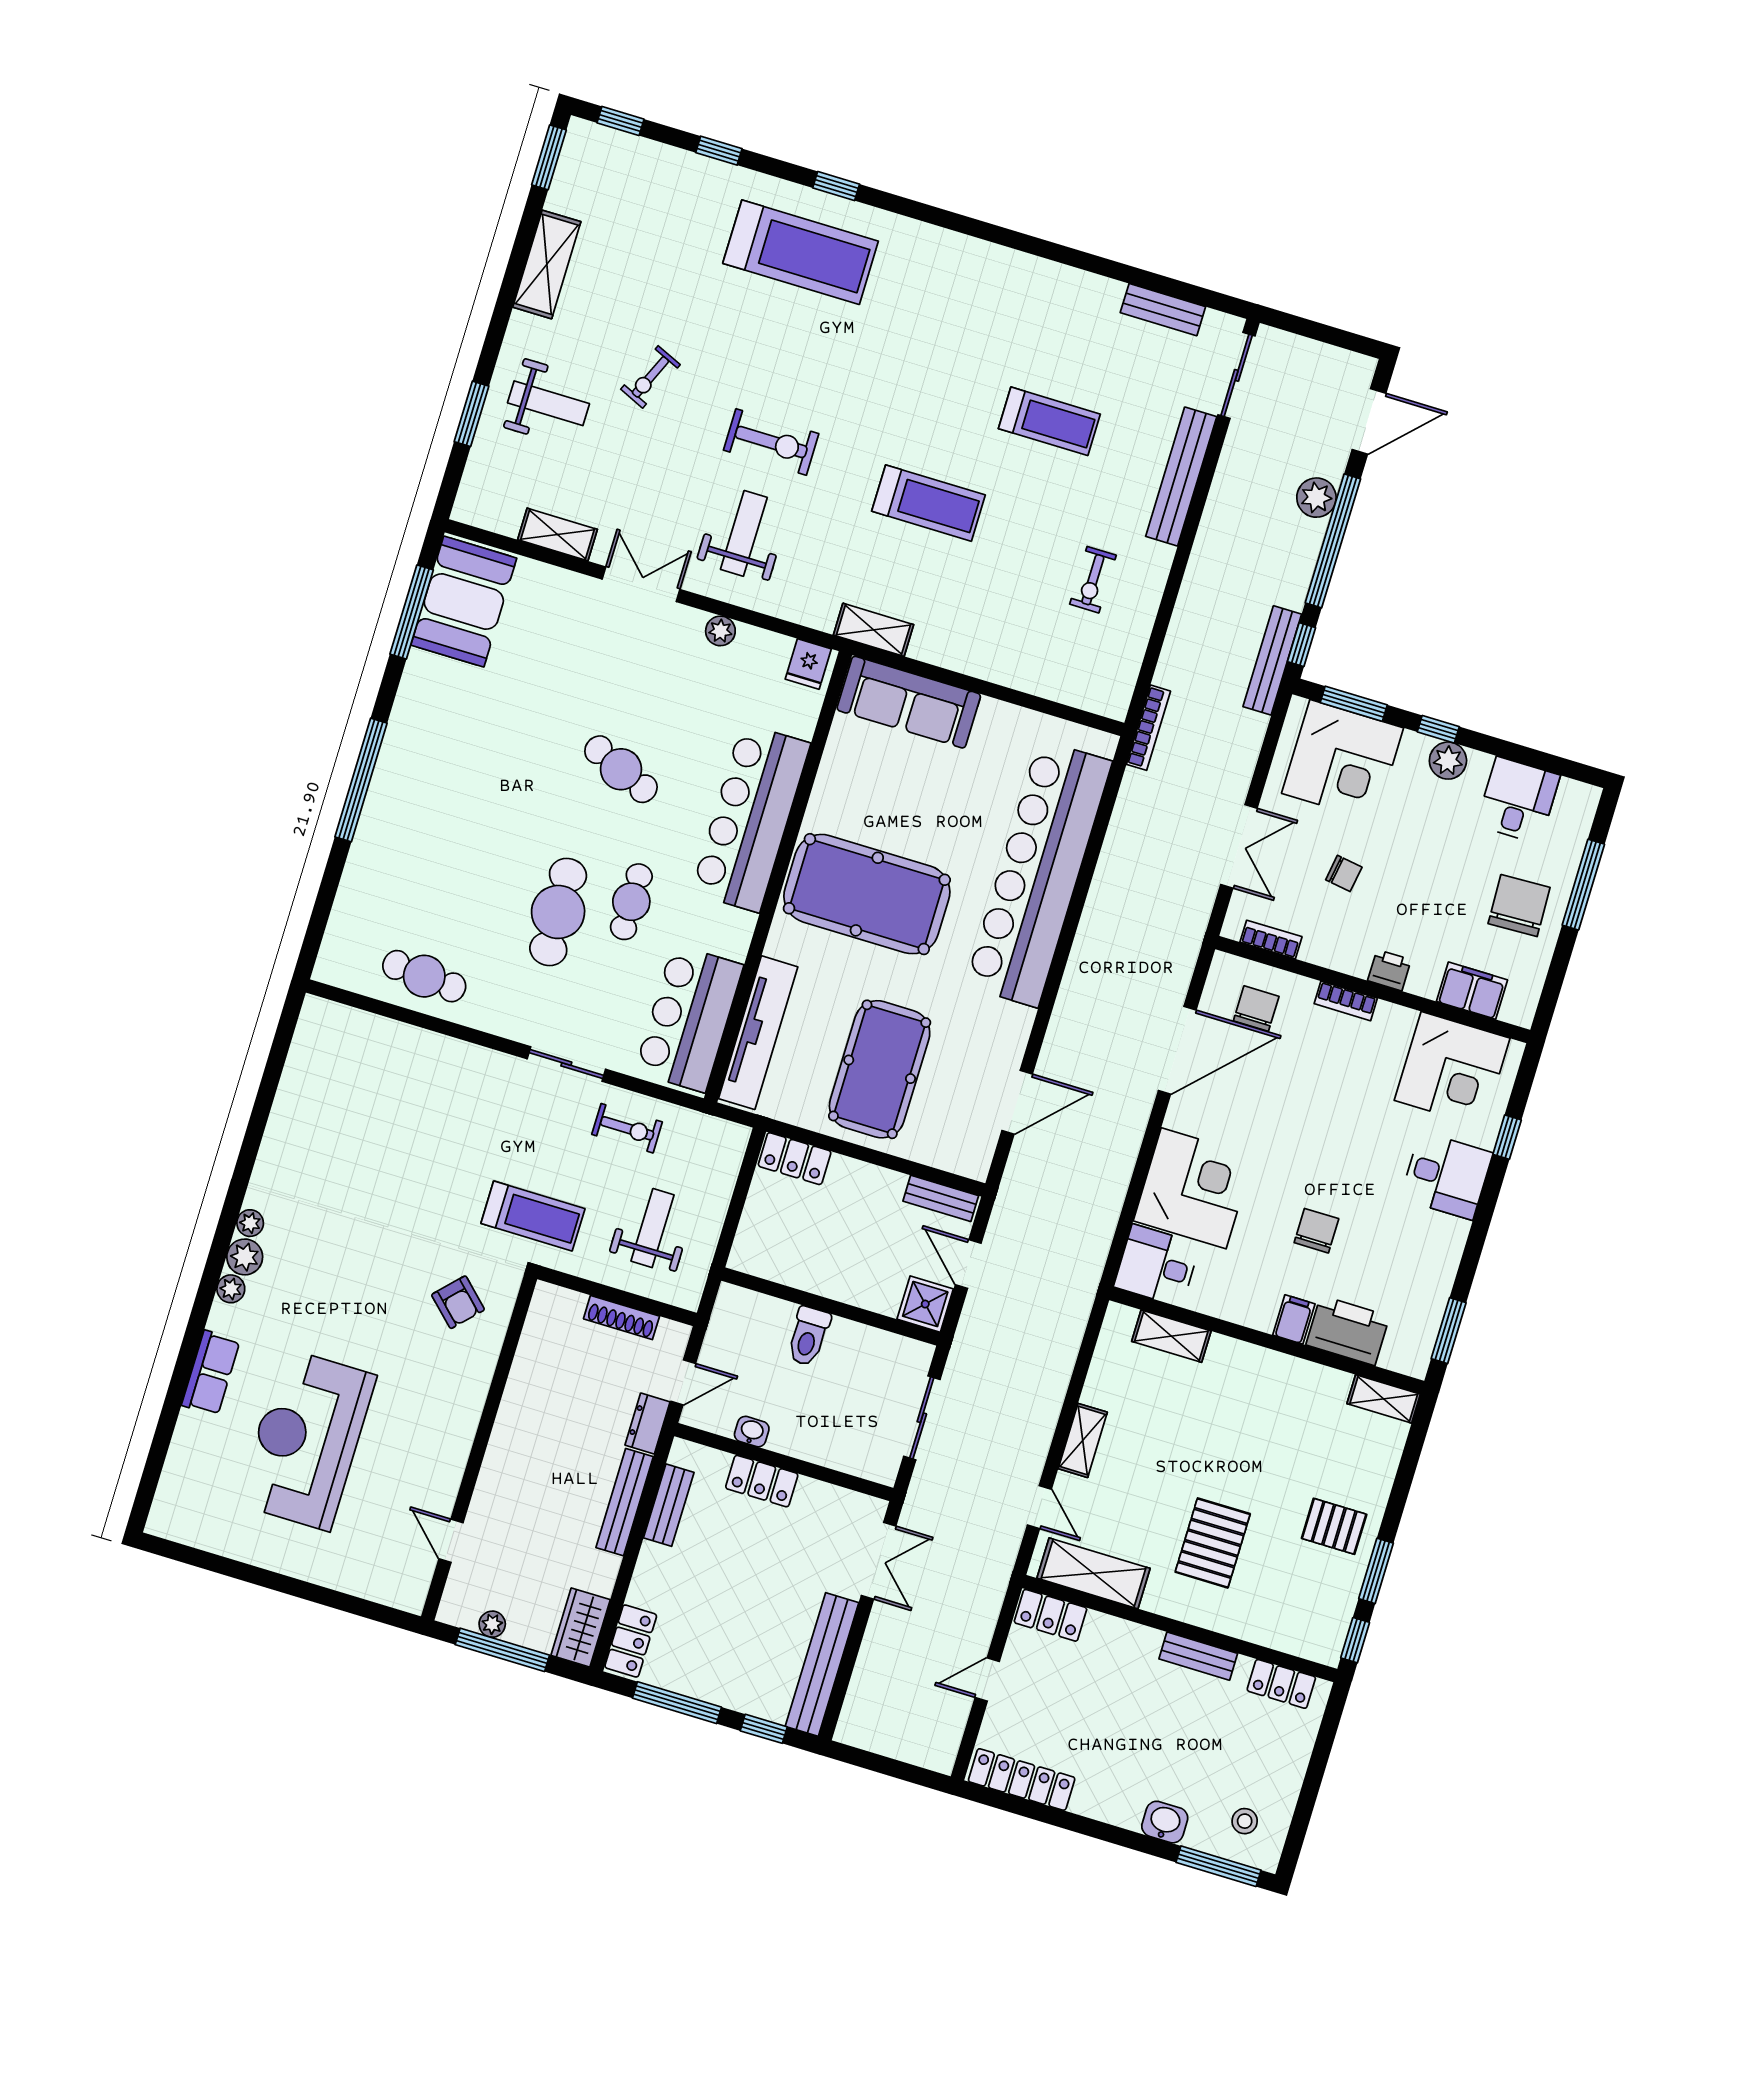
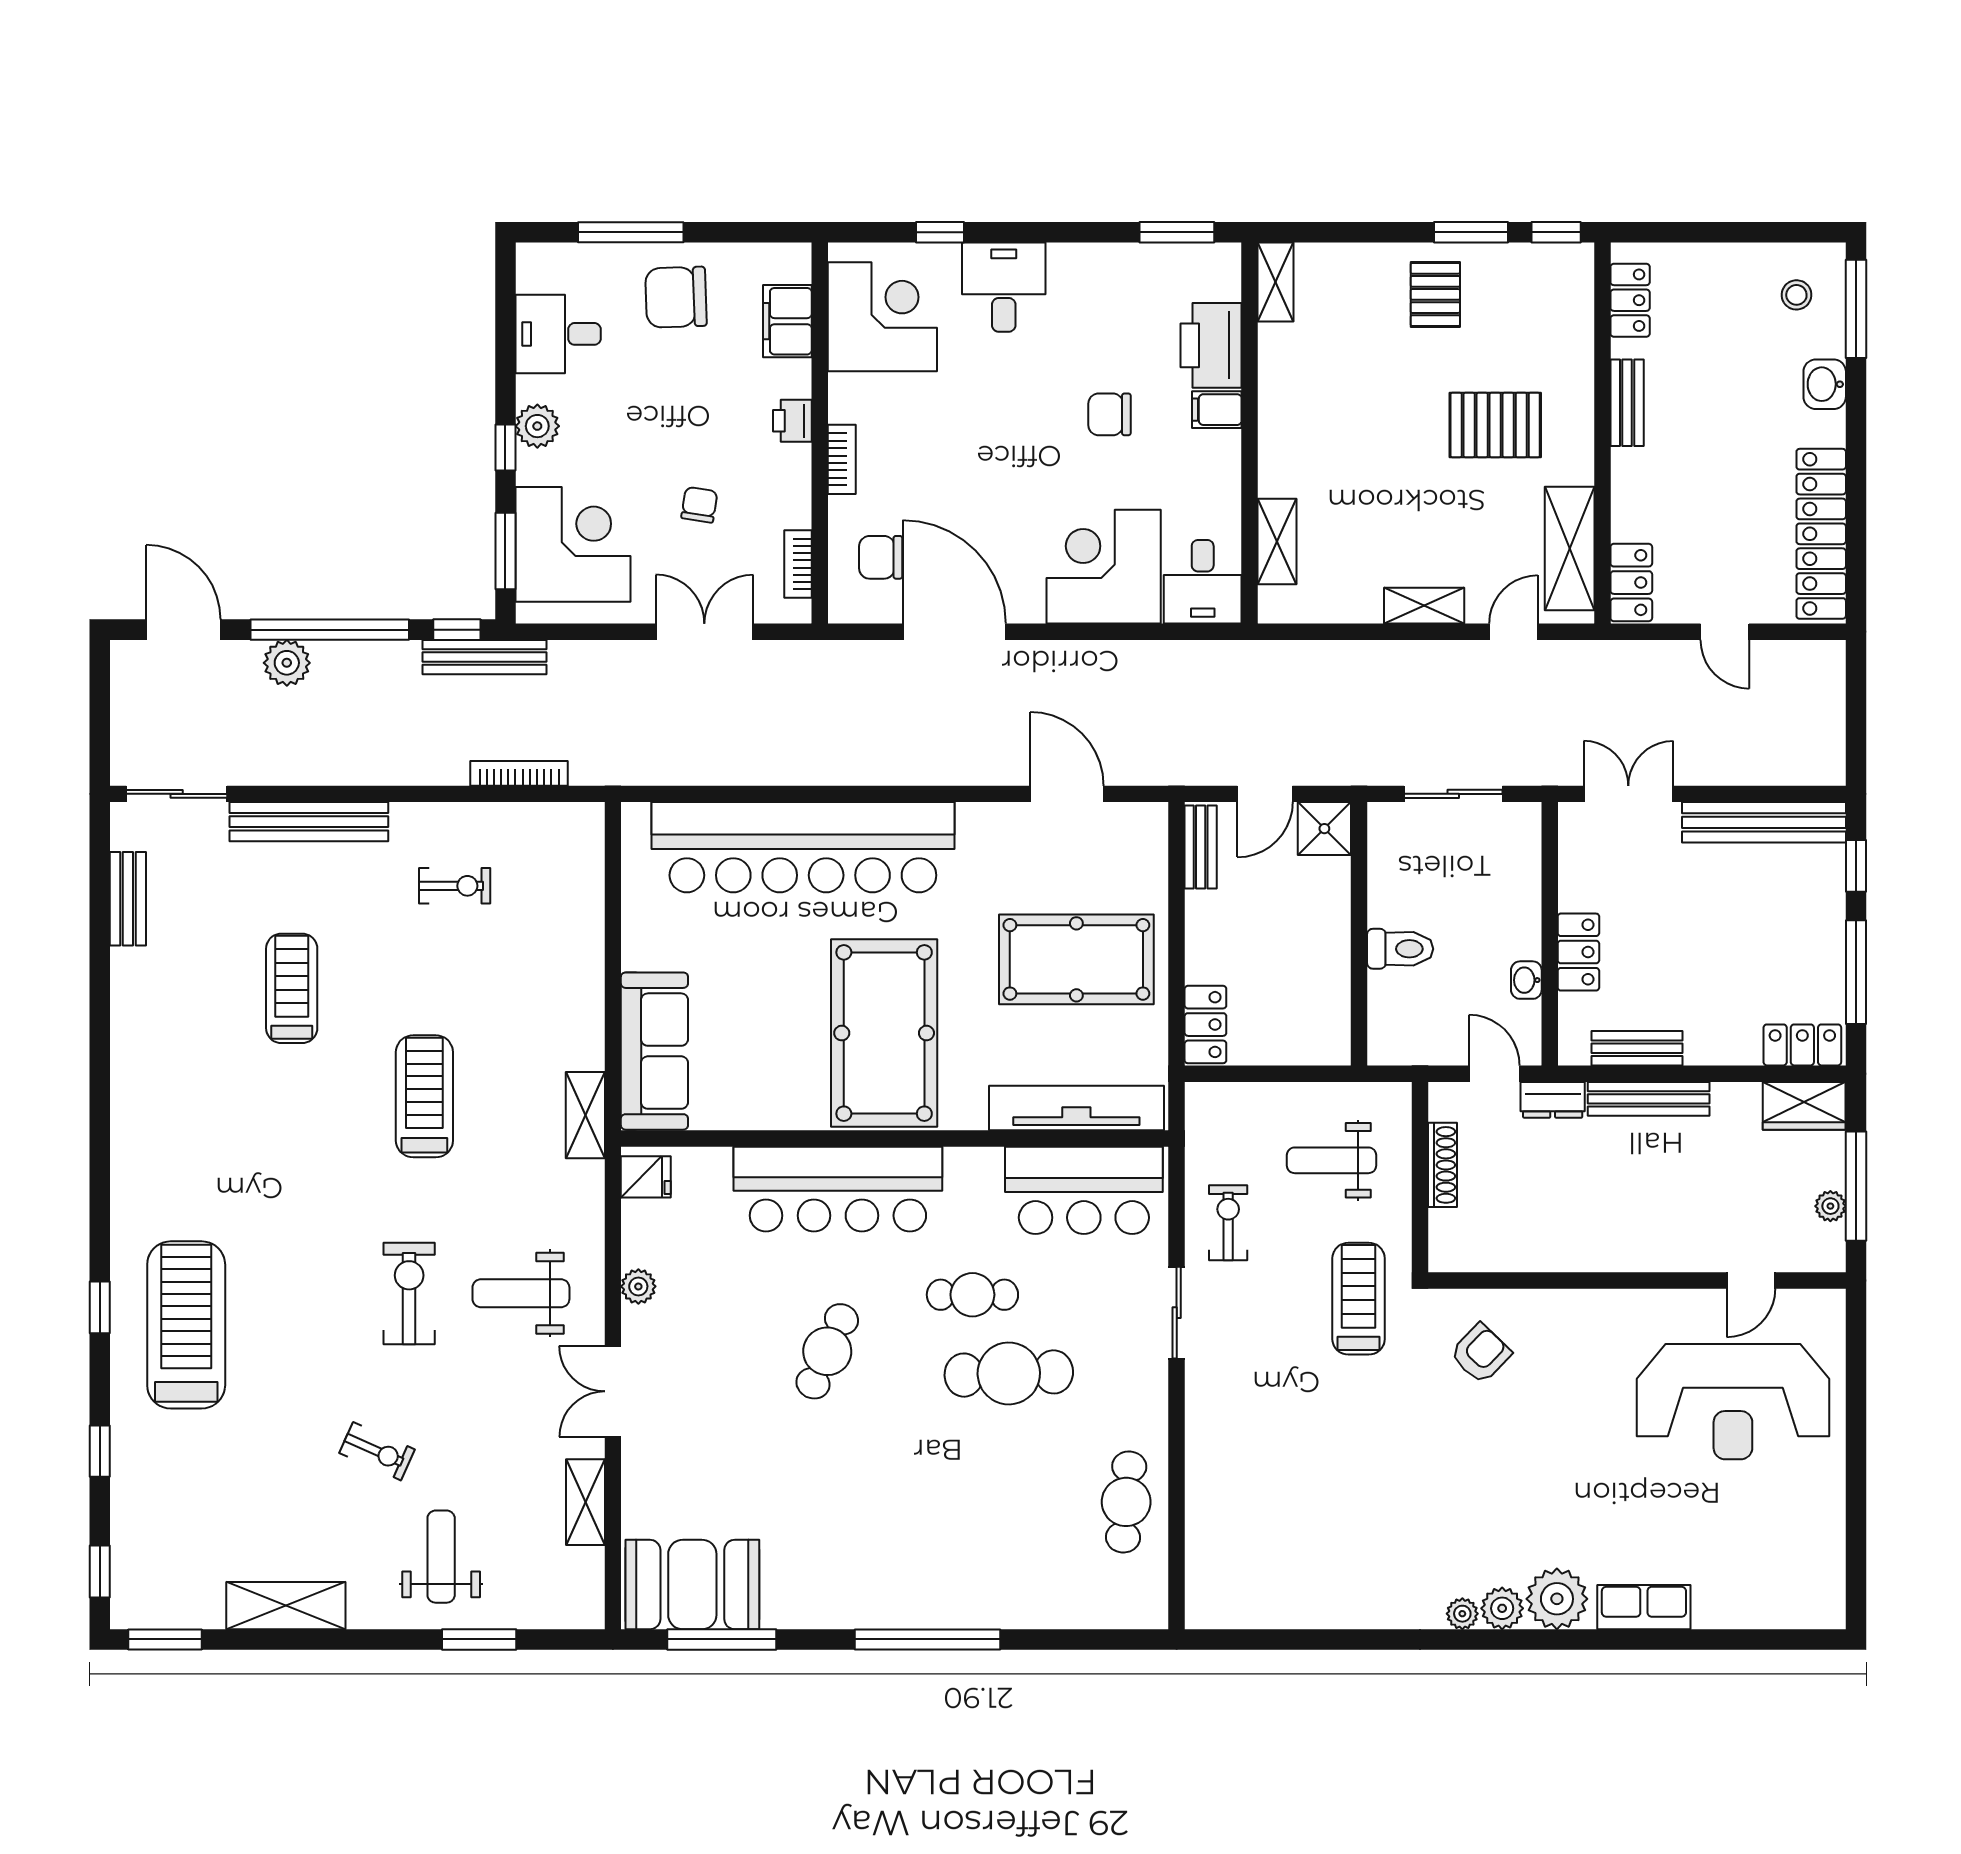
bookcase: (1148, 728) -> (519, 773), moved
plant: (231, 1289) -> (1557, 1599), width x1.88, depth x1.88
reception desk: (307, 1440) -> (1733, 1402), moved
locker: (1022, 1780) -> (1821, 534), width x1.41, depth x1.21

